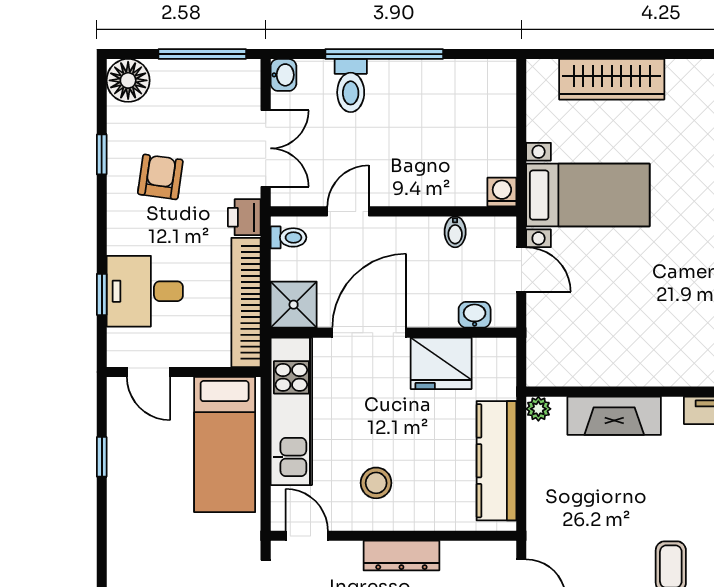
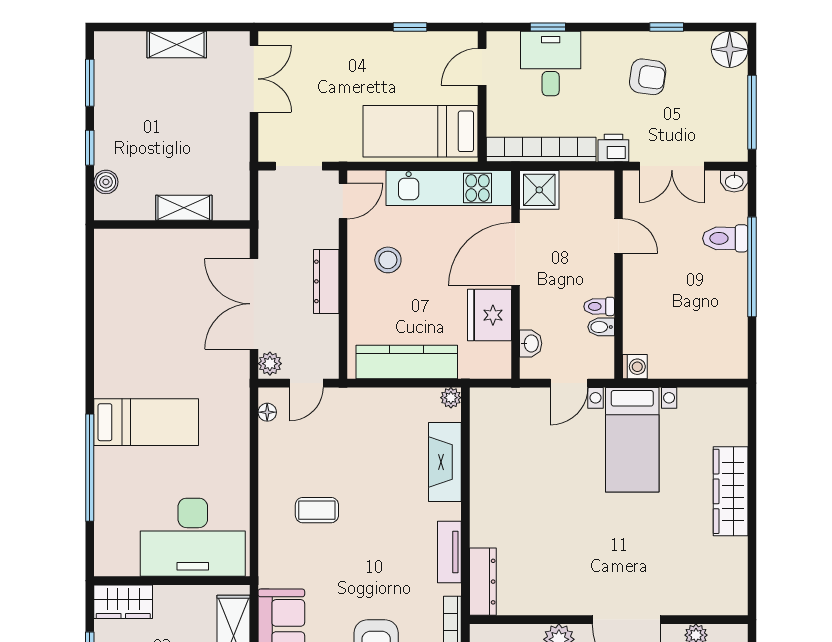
wardrobe: (612, 79) -> (731, 491), moved
toilet: (288, 237) -> (599, 306), moved, turned 90
door: (369, 333) -> (515, 254), swing flipped

